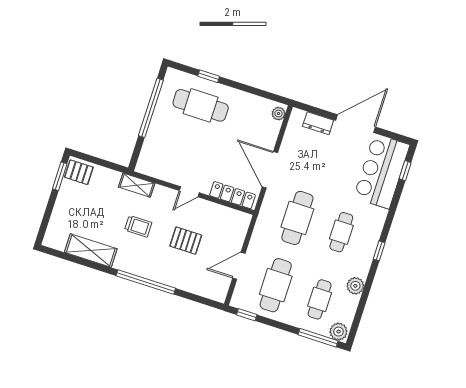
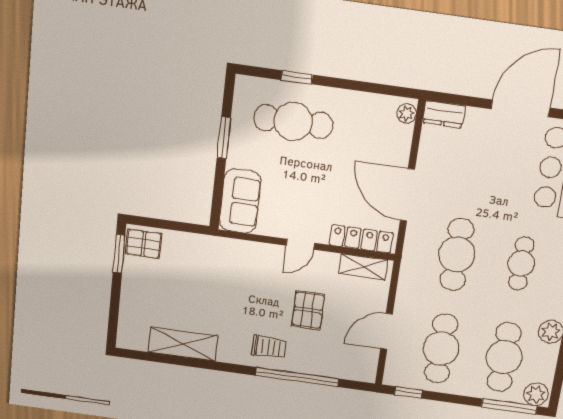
window: (151, 108) -> (224, 138), width x0.47
dresser: (318, 123) -> (444, 114), moved
sofa: (153, 154) -> (240, 201), added
shelving: (137, 185) -> (363, 267), moved
trolley: (138, 226) -> (269, 347), moved
pallet: (186, 241) -> (308, 310), turned 90
window: (146, 282) -> (297, 377), moved
cafe table: (320, 299) -> (504, 357), width x1.37, depth x1.35

